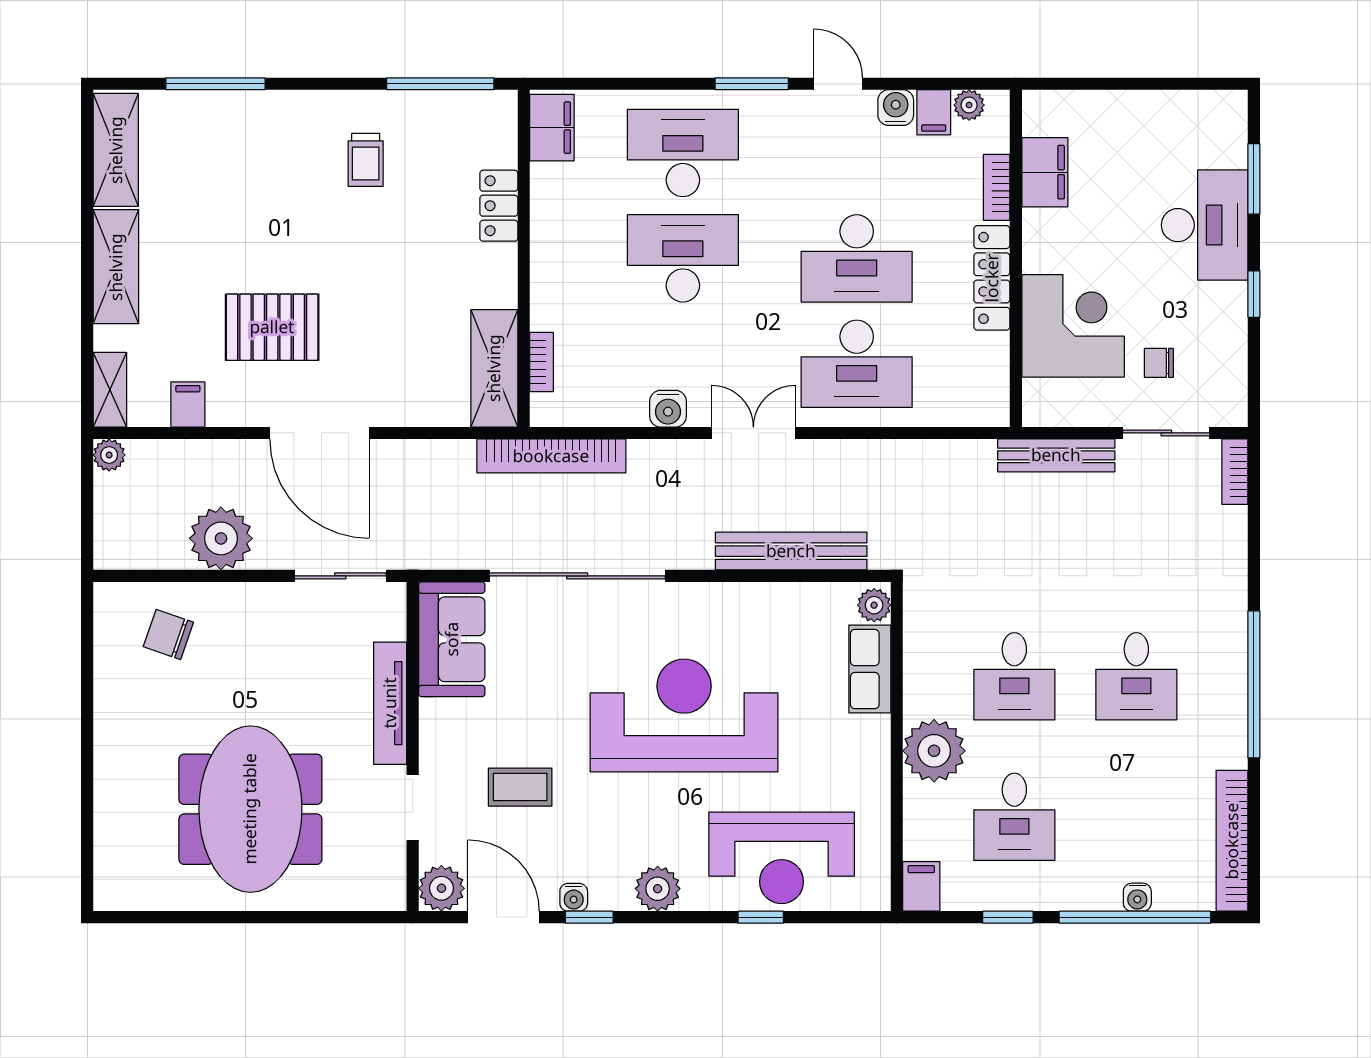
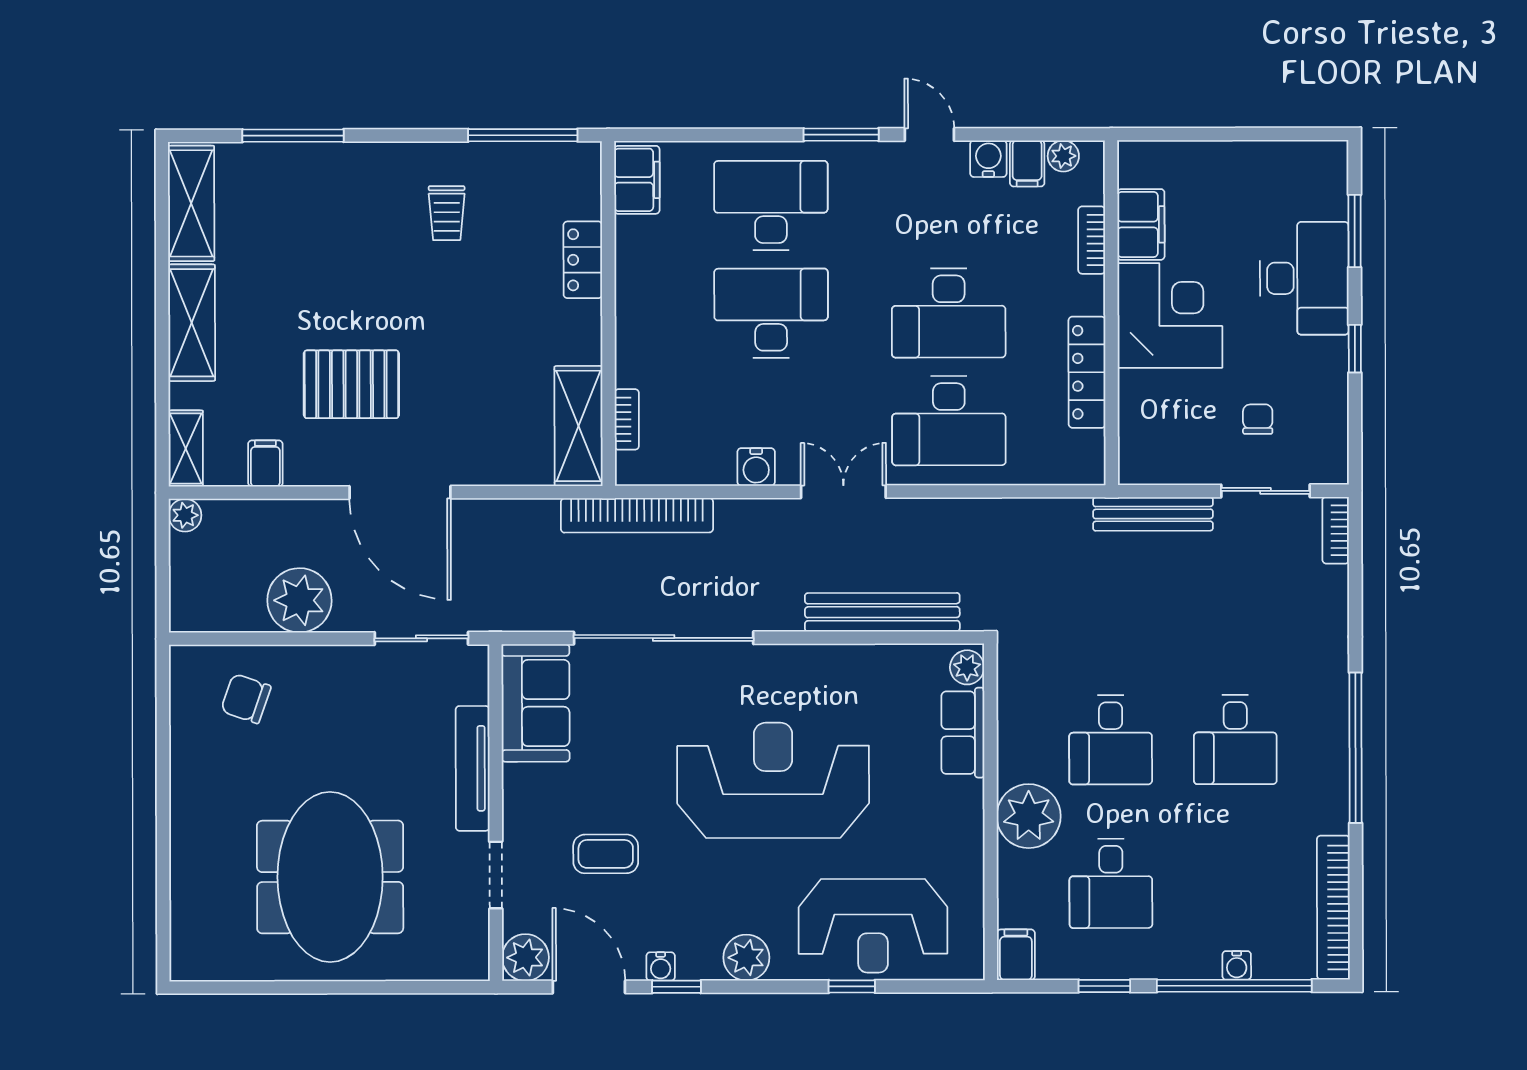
locker: (992, 278) -> (1087, 372), moved
corner desk: (1073, 326) -> (1170, 316), moved
chair: (1159, 363) -> (1258, 419), turned 90

